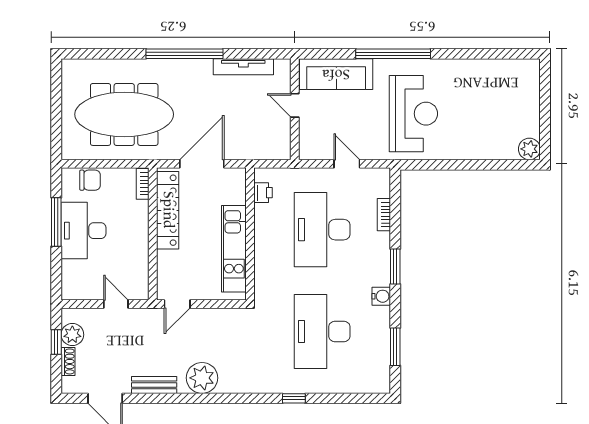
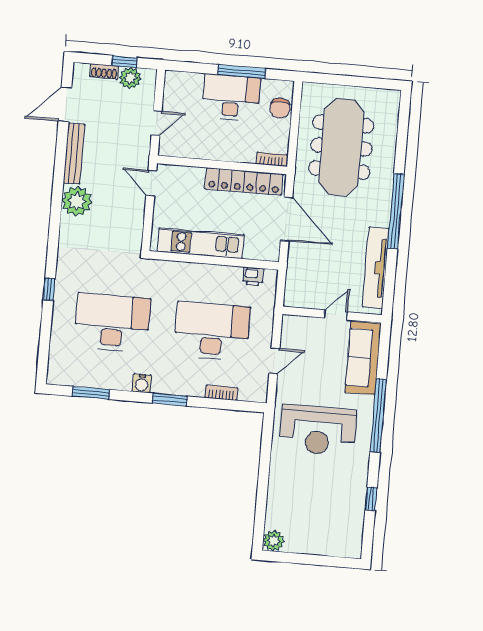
window: (478, 54) -> (371, 499), added
tv unit: (243, 67) -> (376, 268), width x1.36, depth x1.29
bench: (154, 385) -> (74, 154), width x1.36

